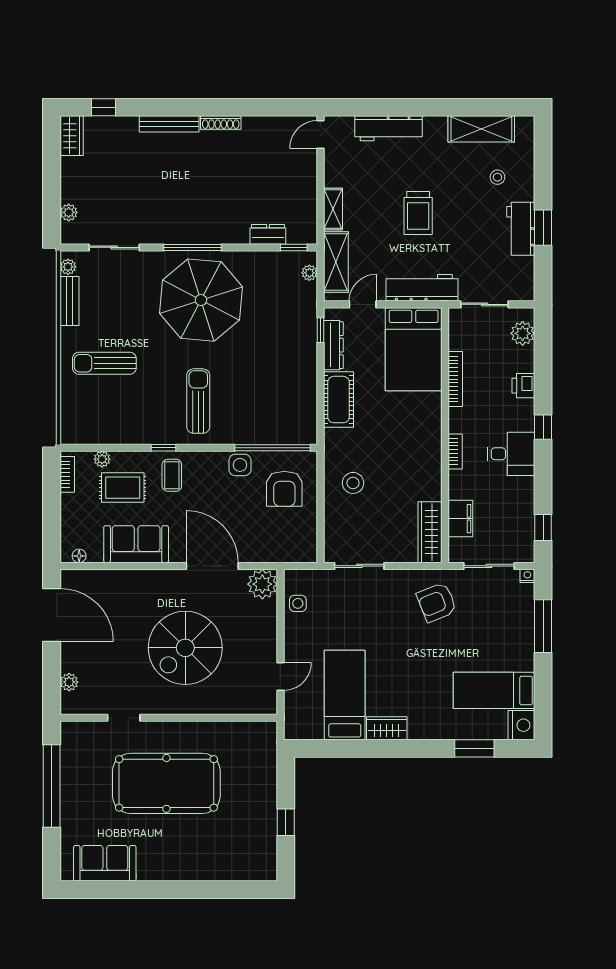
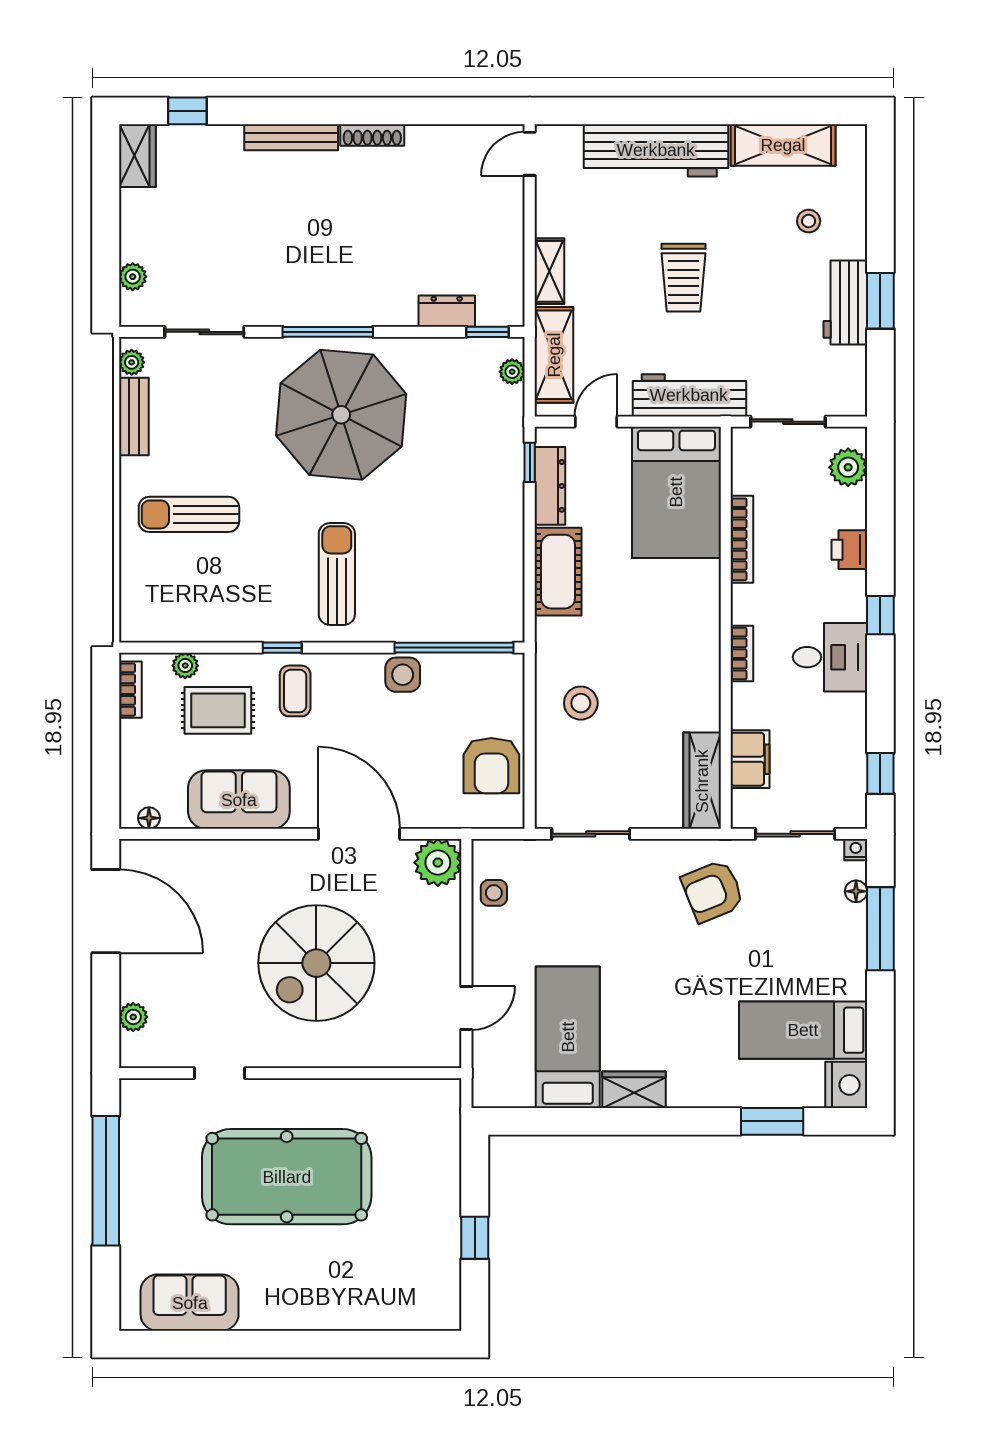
workbench: (389, 128) -> (656, 150), width x1.36, depth x1.32
armchair: (284, 489) -> (491, 766), moved
floor lamp: (528, 602) -> (856, 891), added

